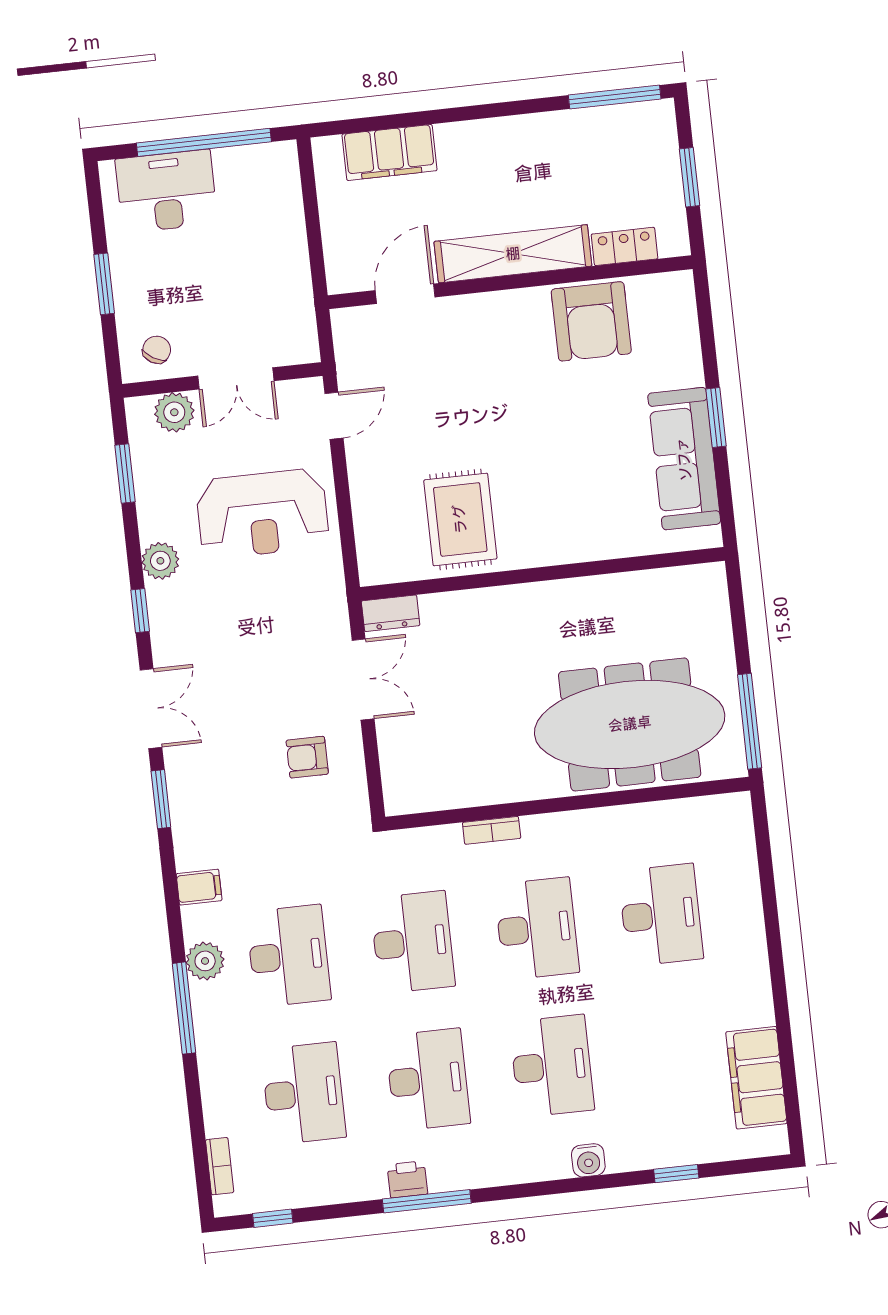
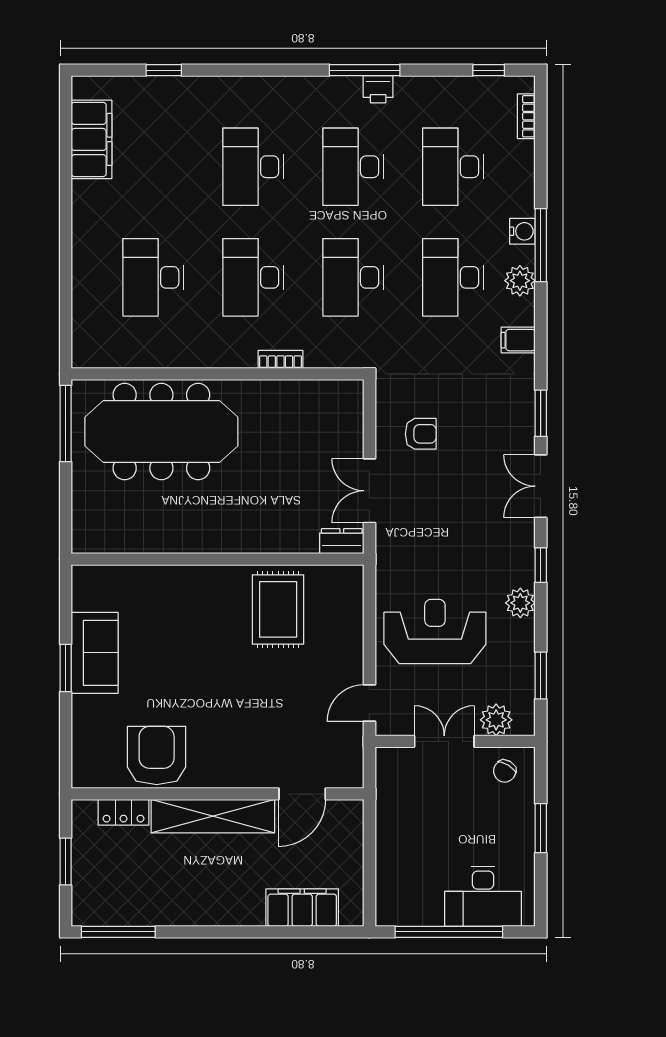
sofa: (684, 459) -> (95, 653), width x0.73
water cooler: (588, 1160) -> (522, 231), moved, turned 90

